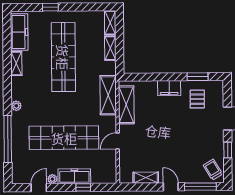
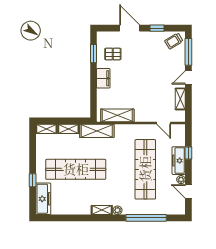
freezer: (19, 32) -> (43, 199), moved, turned 90
shelving: (16, 63) -> (102, 210), moved
shelving: (108, 95) -> (97, 131), moved
door: (118, 141) -> (164, 123), moved

